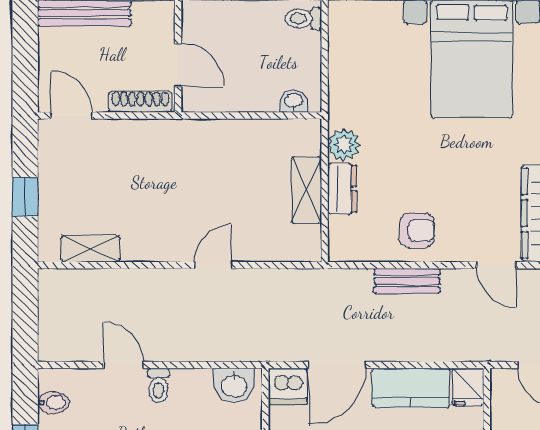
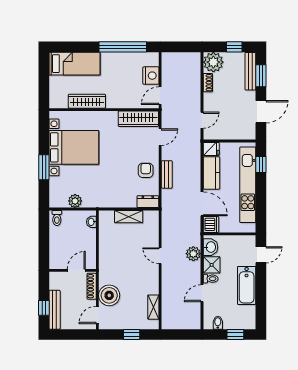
boiler: (118, 143) -> (109, 295), added
plant: (344, 145) -> (75, 201), moved
dresser: (342, 189) -> (148, 202), moved
plant: (218, 344) -> (193, 254), added
shower: (191, 388) -> (212, 265), added

